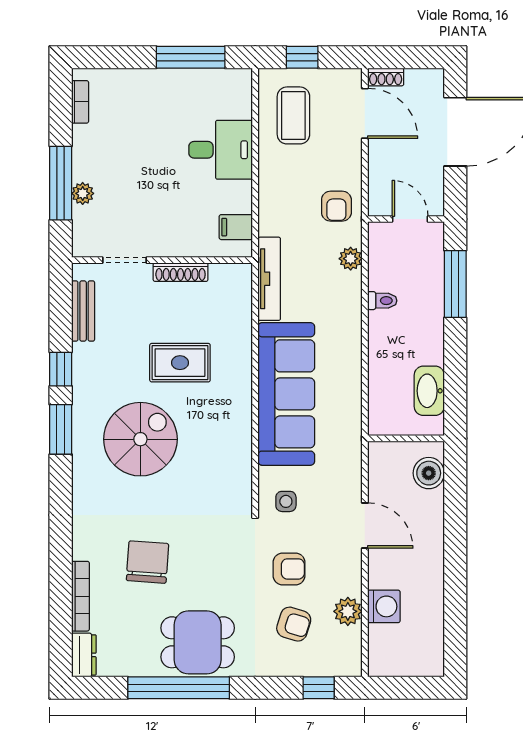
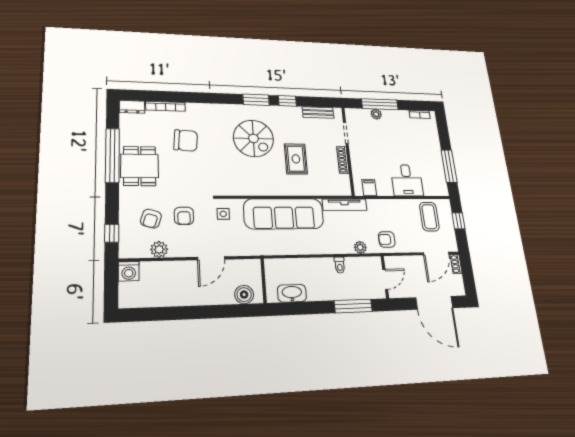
coffee table: (293, 115) -> (429, 217), turned 90
washing machine: (384, 606) -> (129, 271), moved

